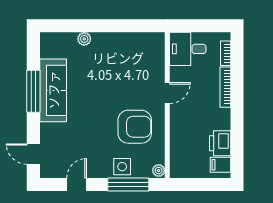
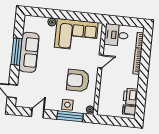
corner sofa: (125, 55) -> (76, 35), added
armchair: (135, 127) -> (78, 80), turned 180

